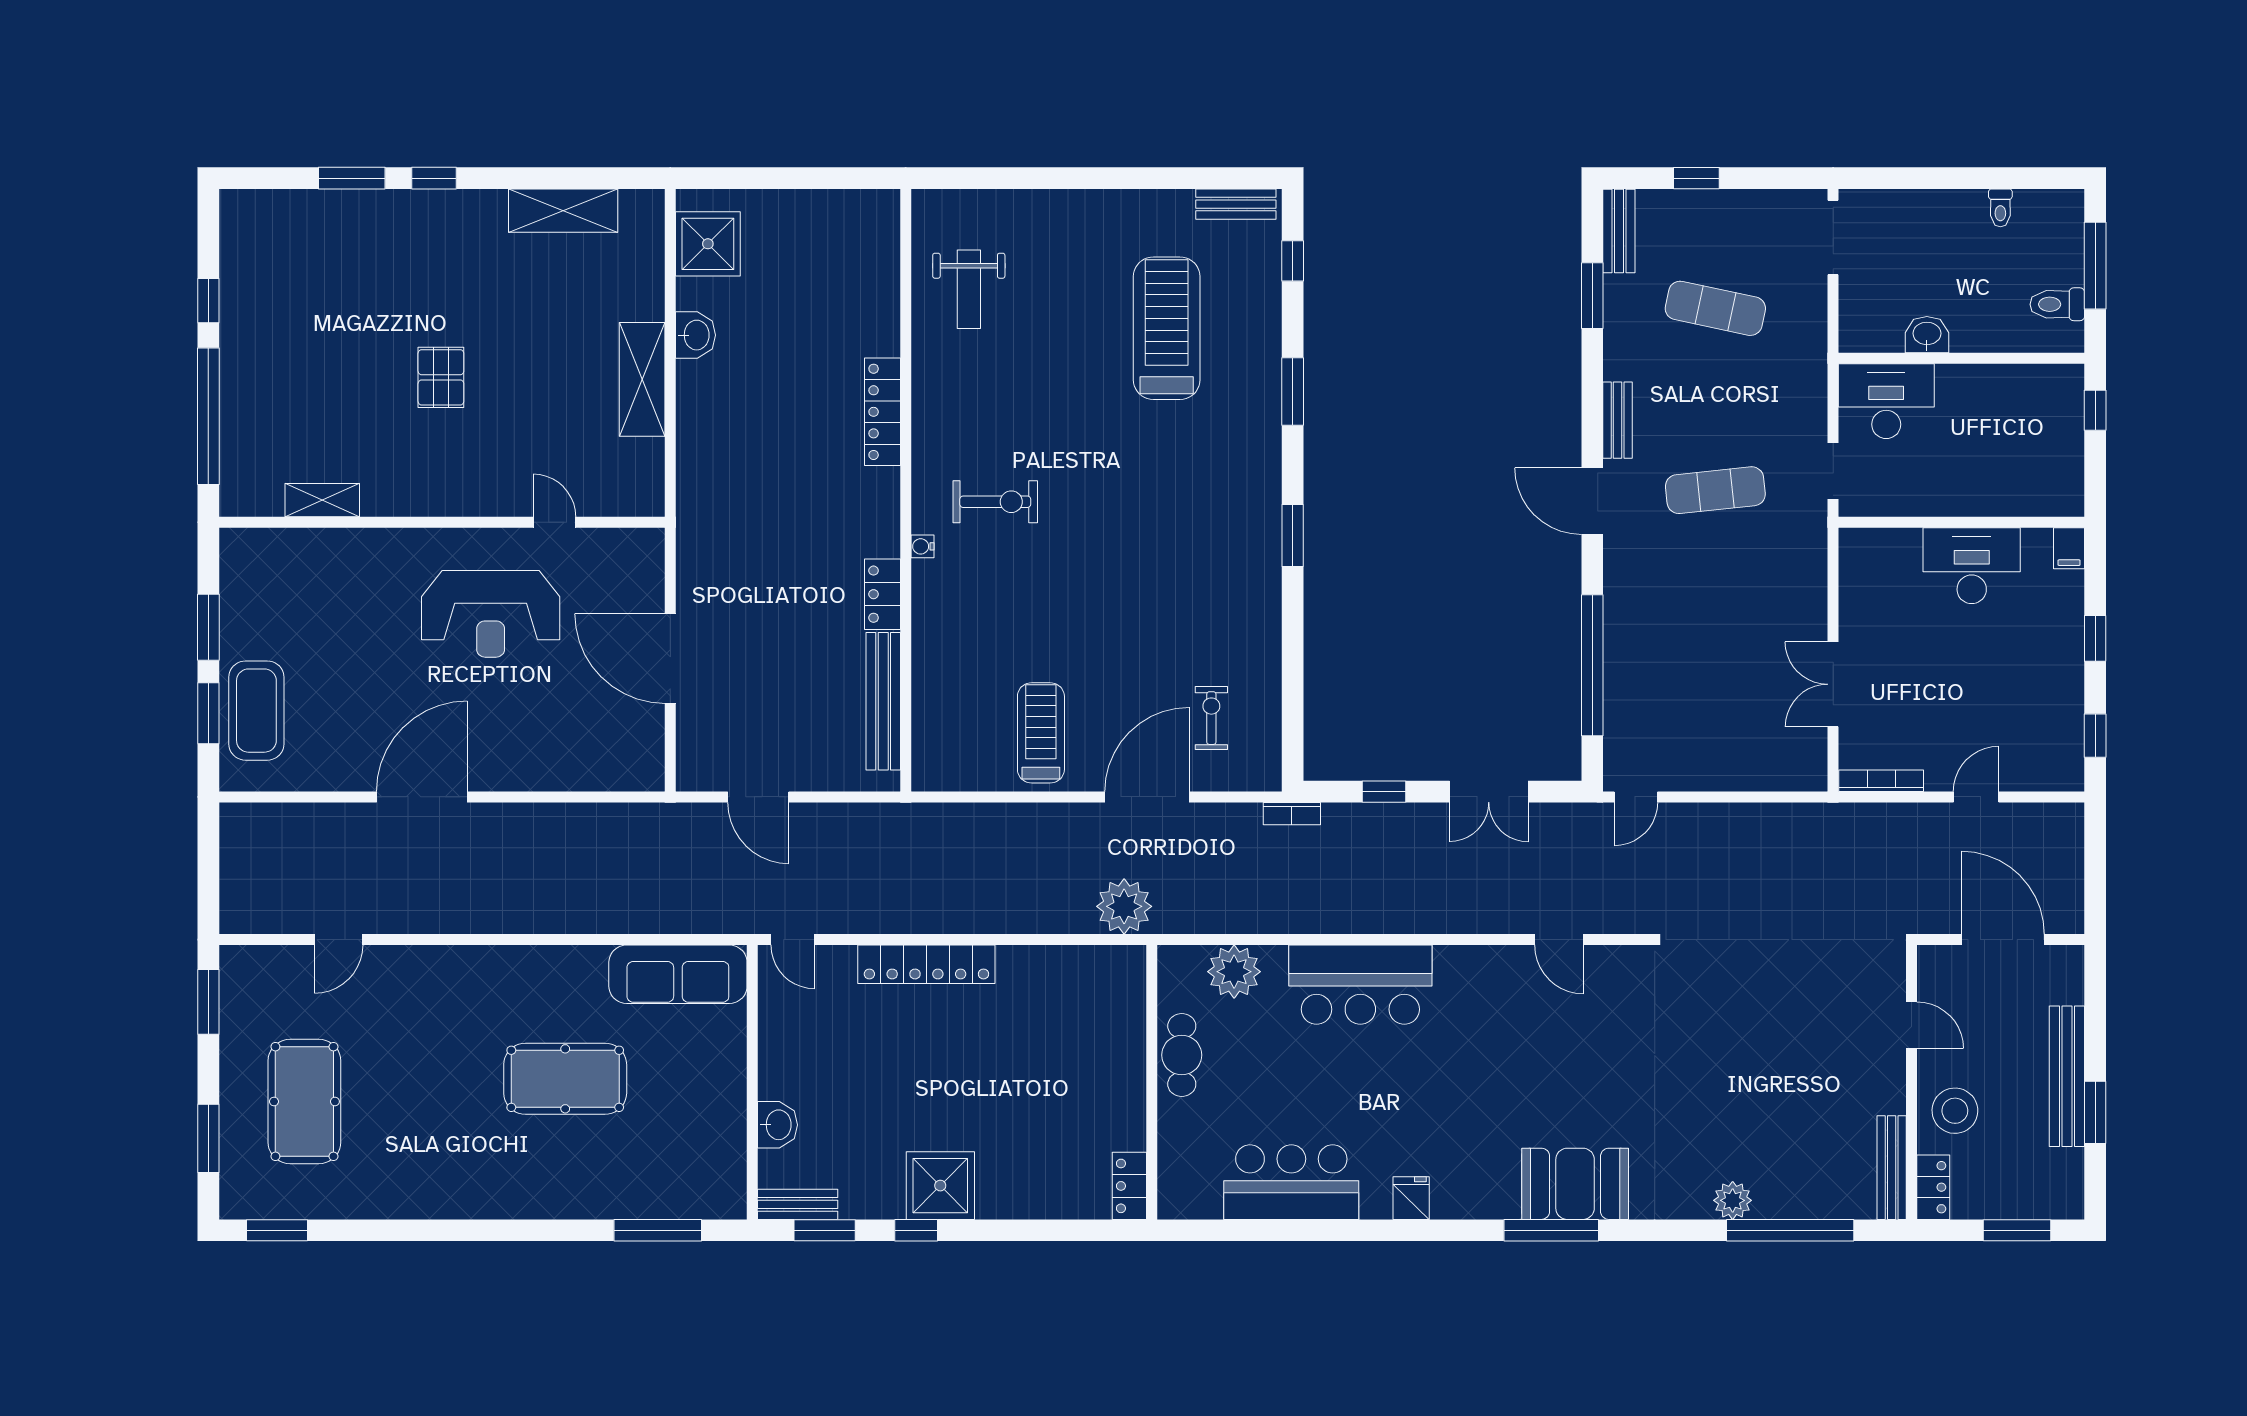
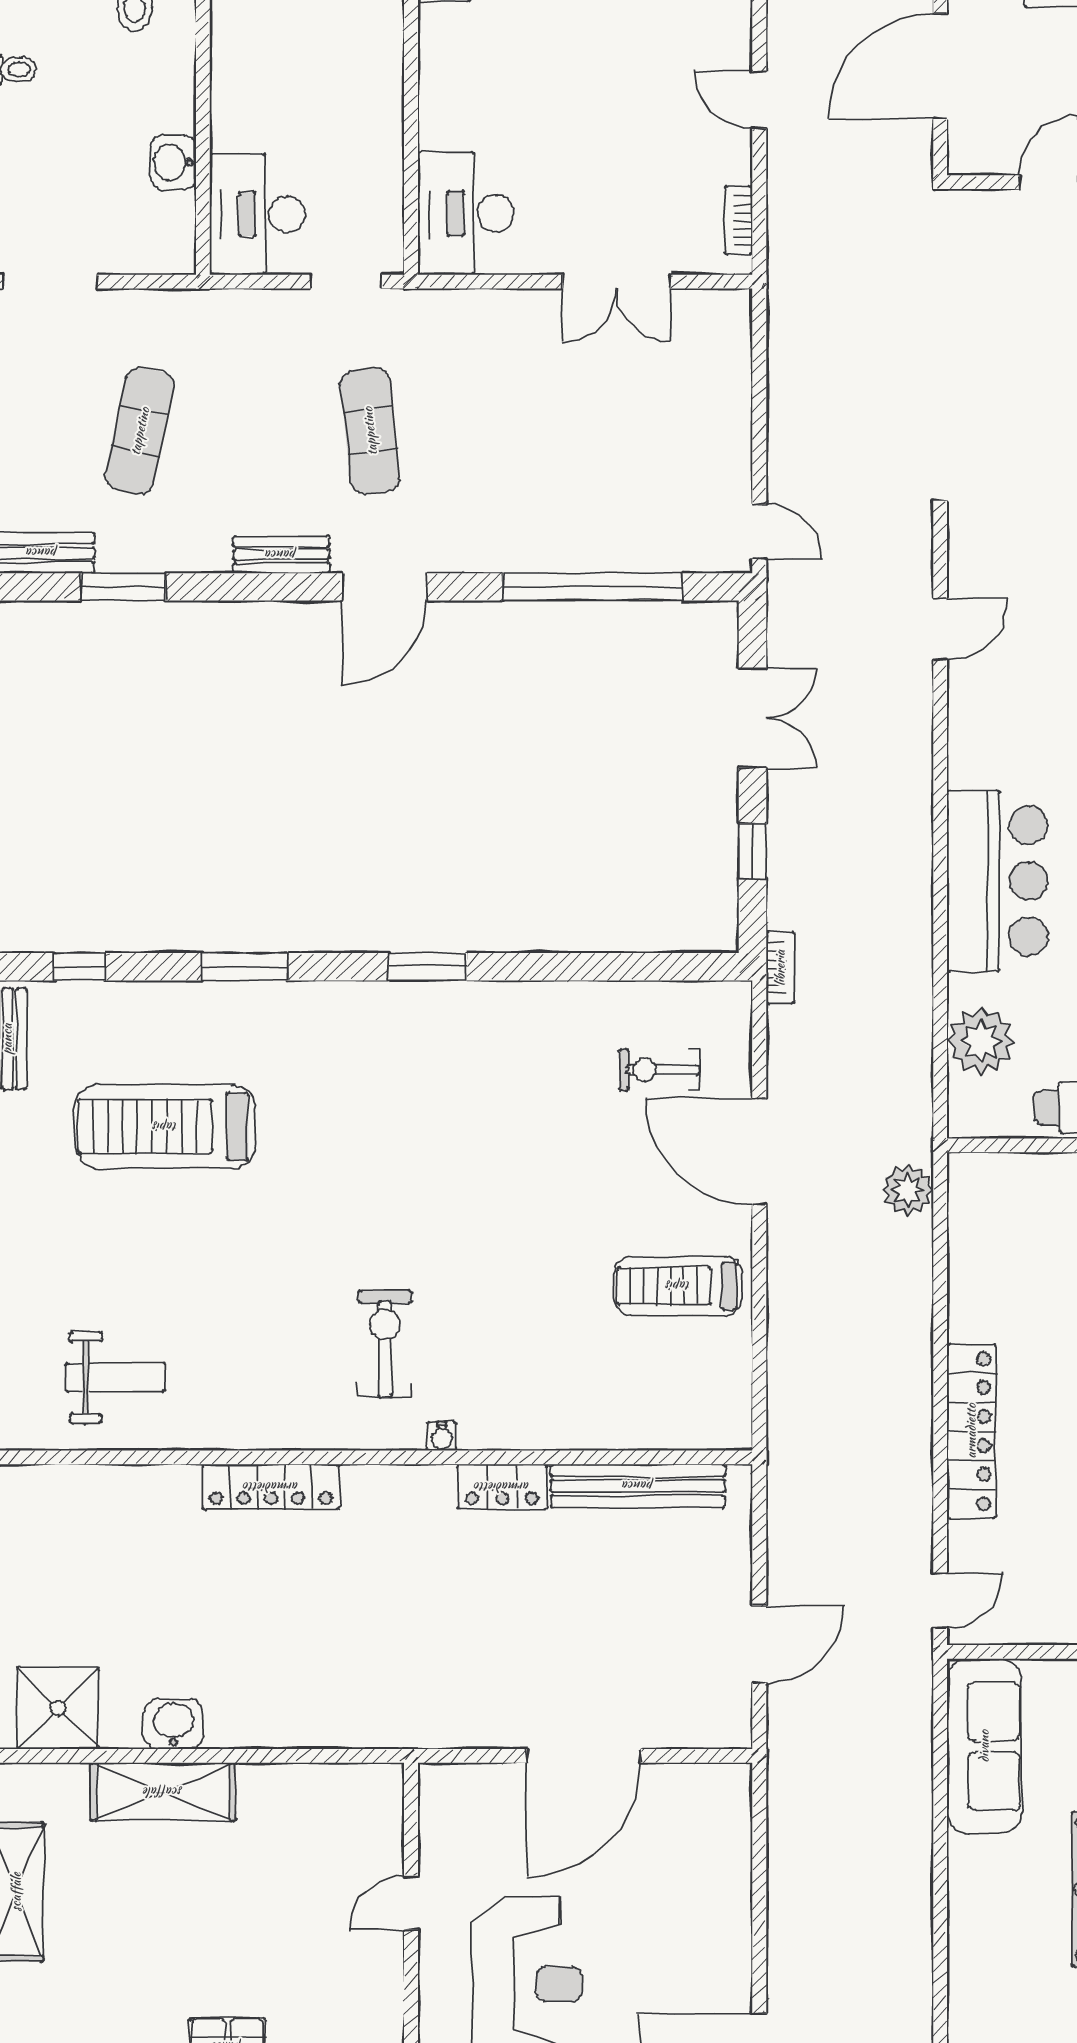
shelving: (642, 379) -> (163, 1792), moved
desk: (1972, 566) -> (466, 213), moved
bookcase: (1881, 781) -> (739, 221), width x0.64
plant: (1124, 906) -> (908, 1190), width x0.73, depth x0.73

